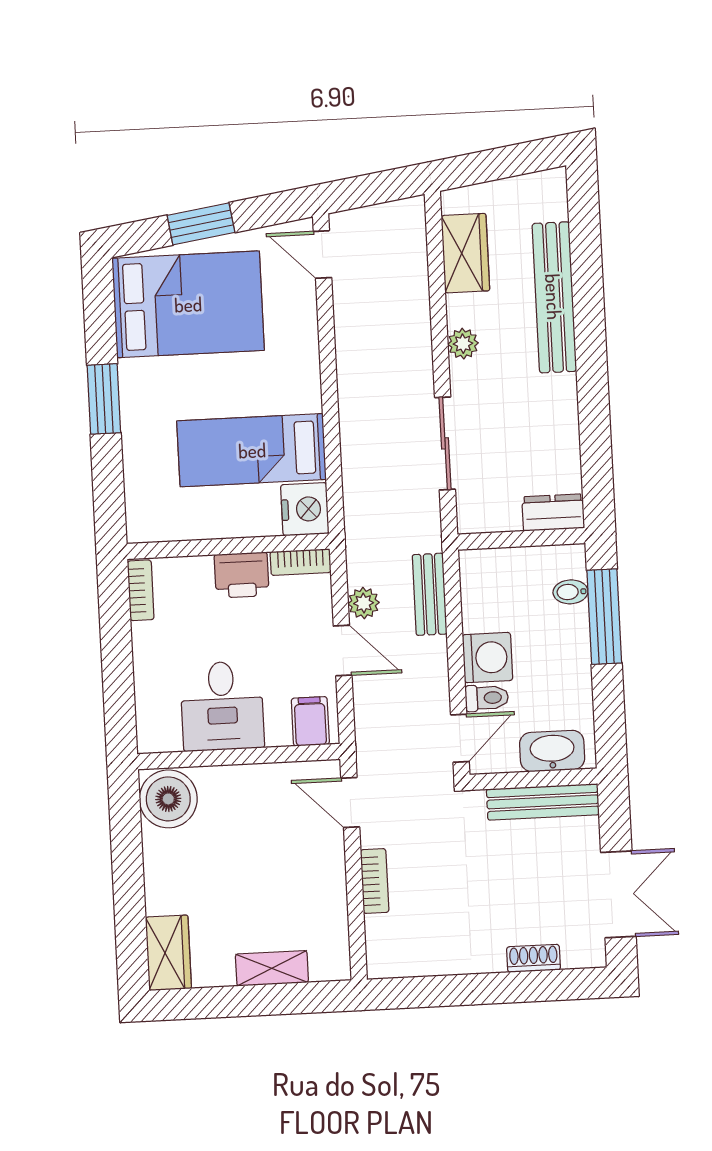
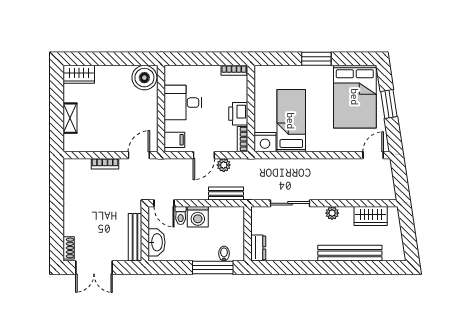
shoe rack: (534, 958) -> (69, 248), moved

